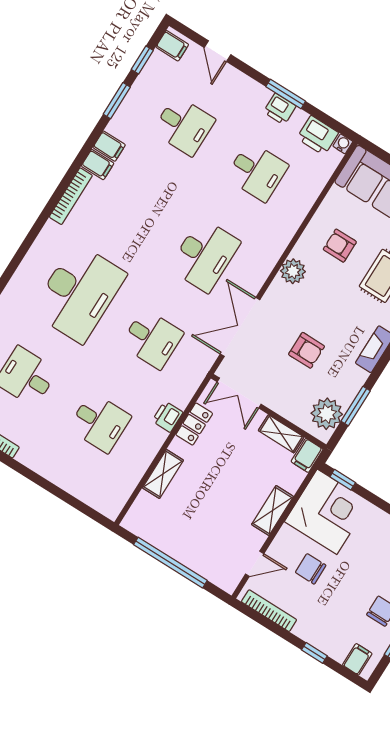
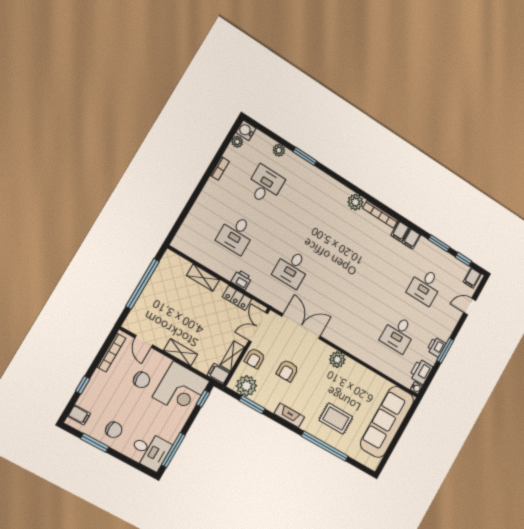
plant: (52, 236) -> (355, 202), added
armchair: (340, 246) -> (255, 358), moved, turned 180
desk: (204, 255) -> (346, 302), removed
desk: (79, 293) -> (320, 220), removed
chair: (311, 569) -> (142, 380), turned 90

